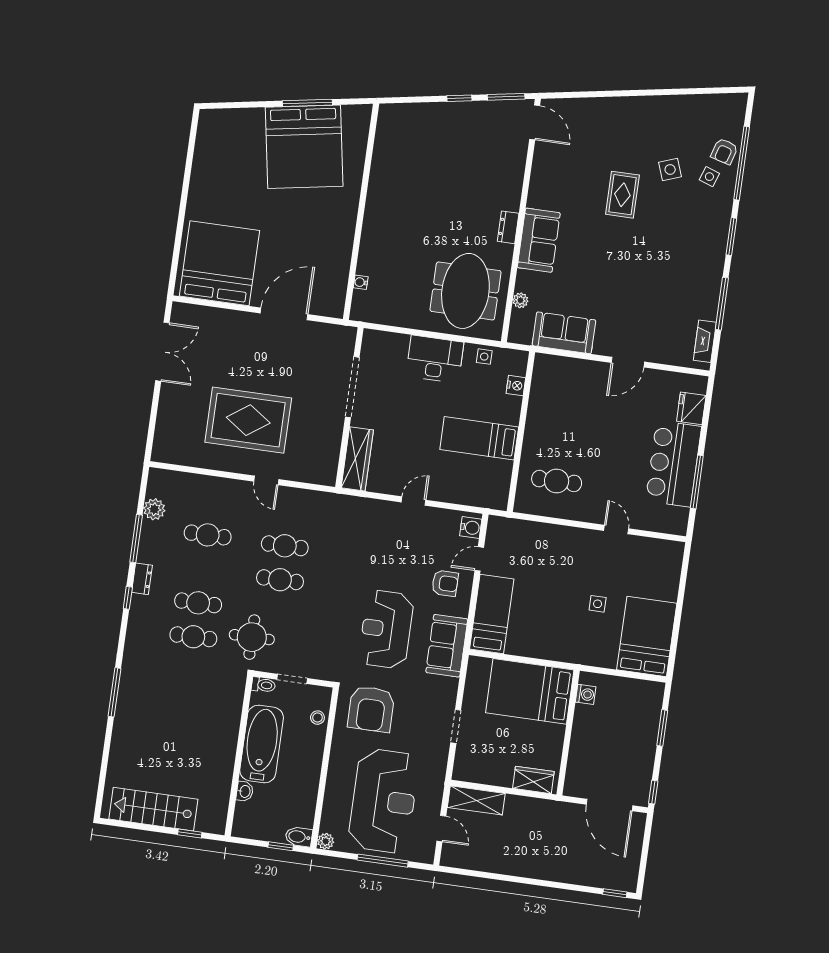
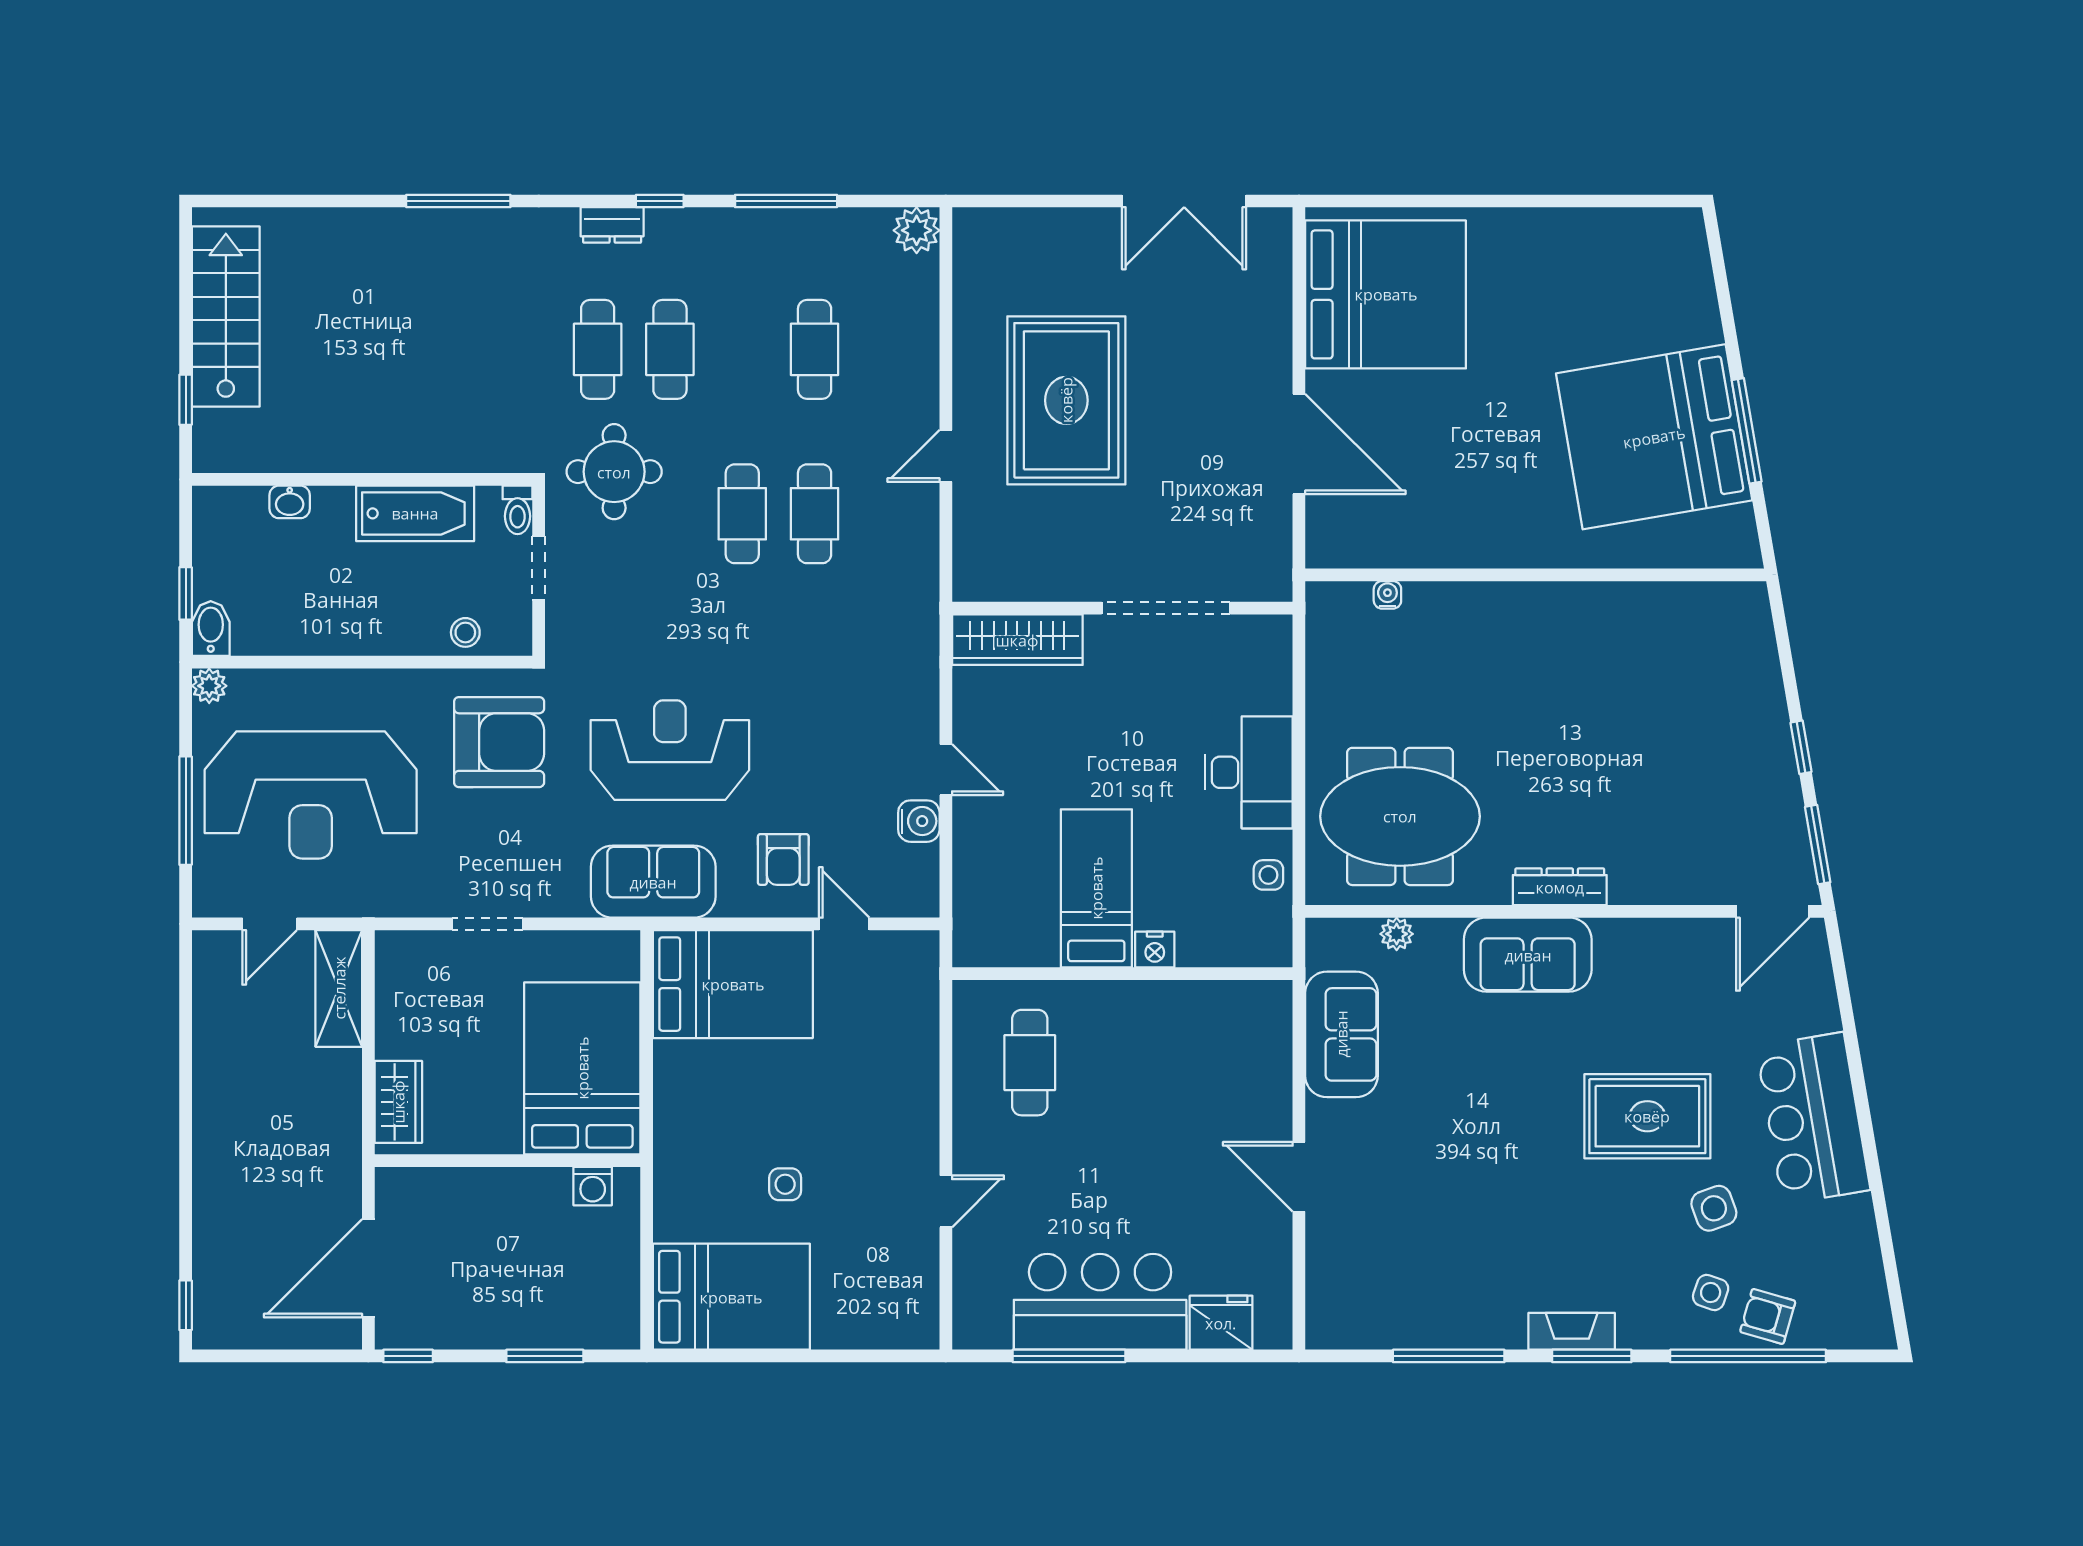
bar counter: (634, 117) -> (1813, 1118), added
rug: (622, 195) -> (1647, 1116), width x1.36, depth x1.43
dresser: (508, 227) -> (1560, 887), width x1.44
fireplace: (705, 341) -> (1572, 1331), moved
nightstand: (516, 386) -> (1155, 950), moved
plant: (154, 509) -> (917, 230), moved
water cooler: (471, 528) -> (919, 821), moved, turned -90
dresser: (142, 579) -> (612, 225), moved
bed: (492, 614) -> (733, 984), width x1.50
armchair: (371, 709) -> (499, 742), turned 180
bathtub: (262, 744) -> (415, 513), width x0.73, depth x0.73

